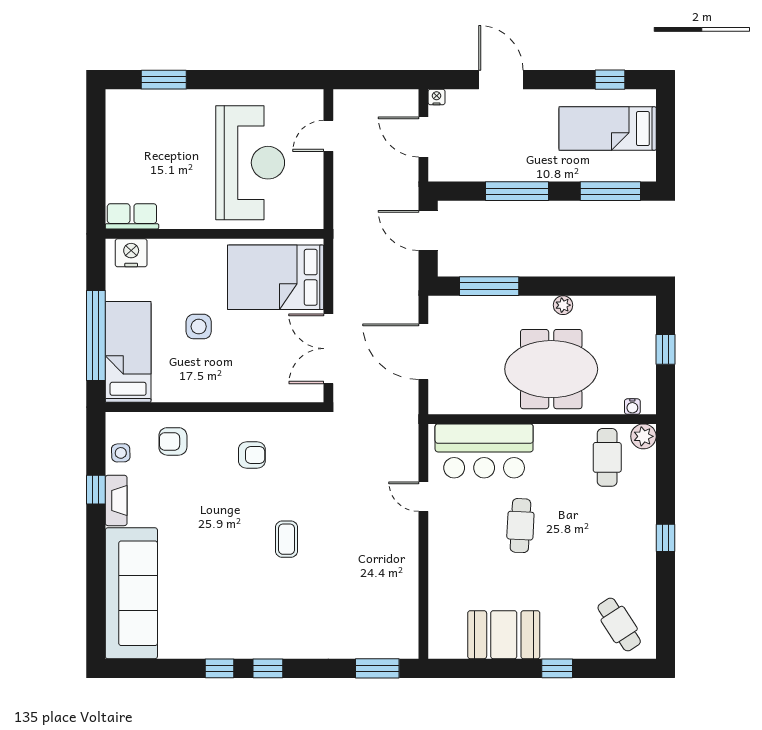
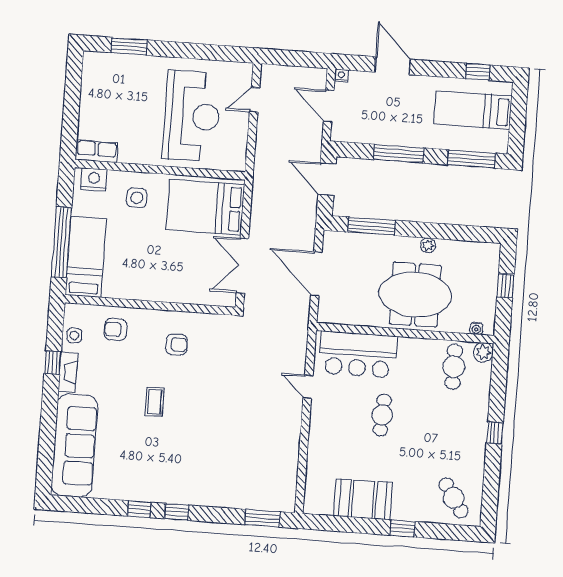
side table: (199, 327) -> (137, 198), moved
coffee table: (287, 539) -> (155, 402), moved

